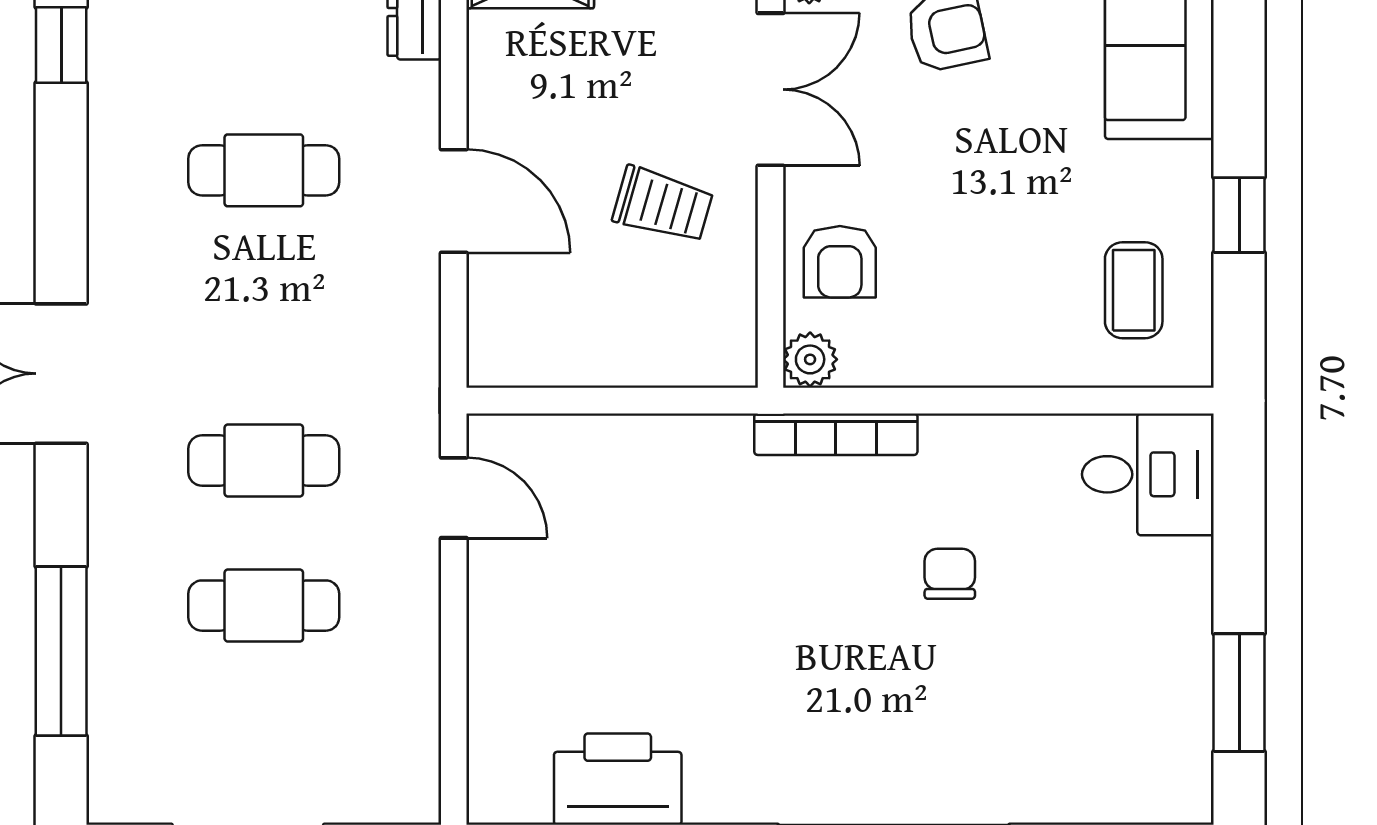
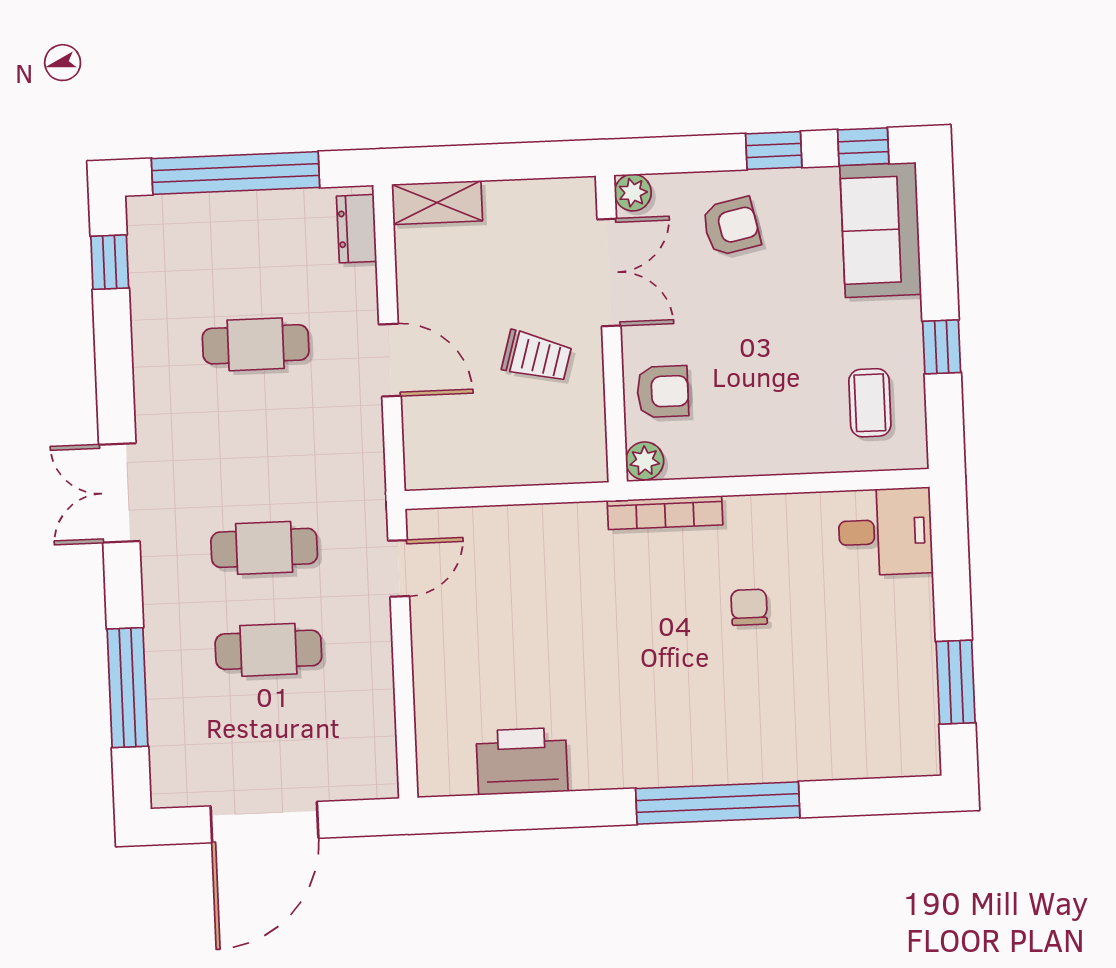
armchair: (840, 262) -> (663, 391), turned -90
door: (454, 498) -> (399, 568), hinge flipped

